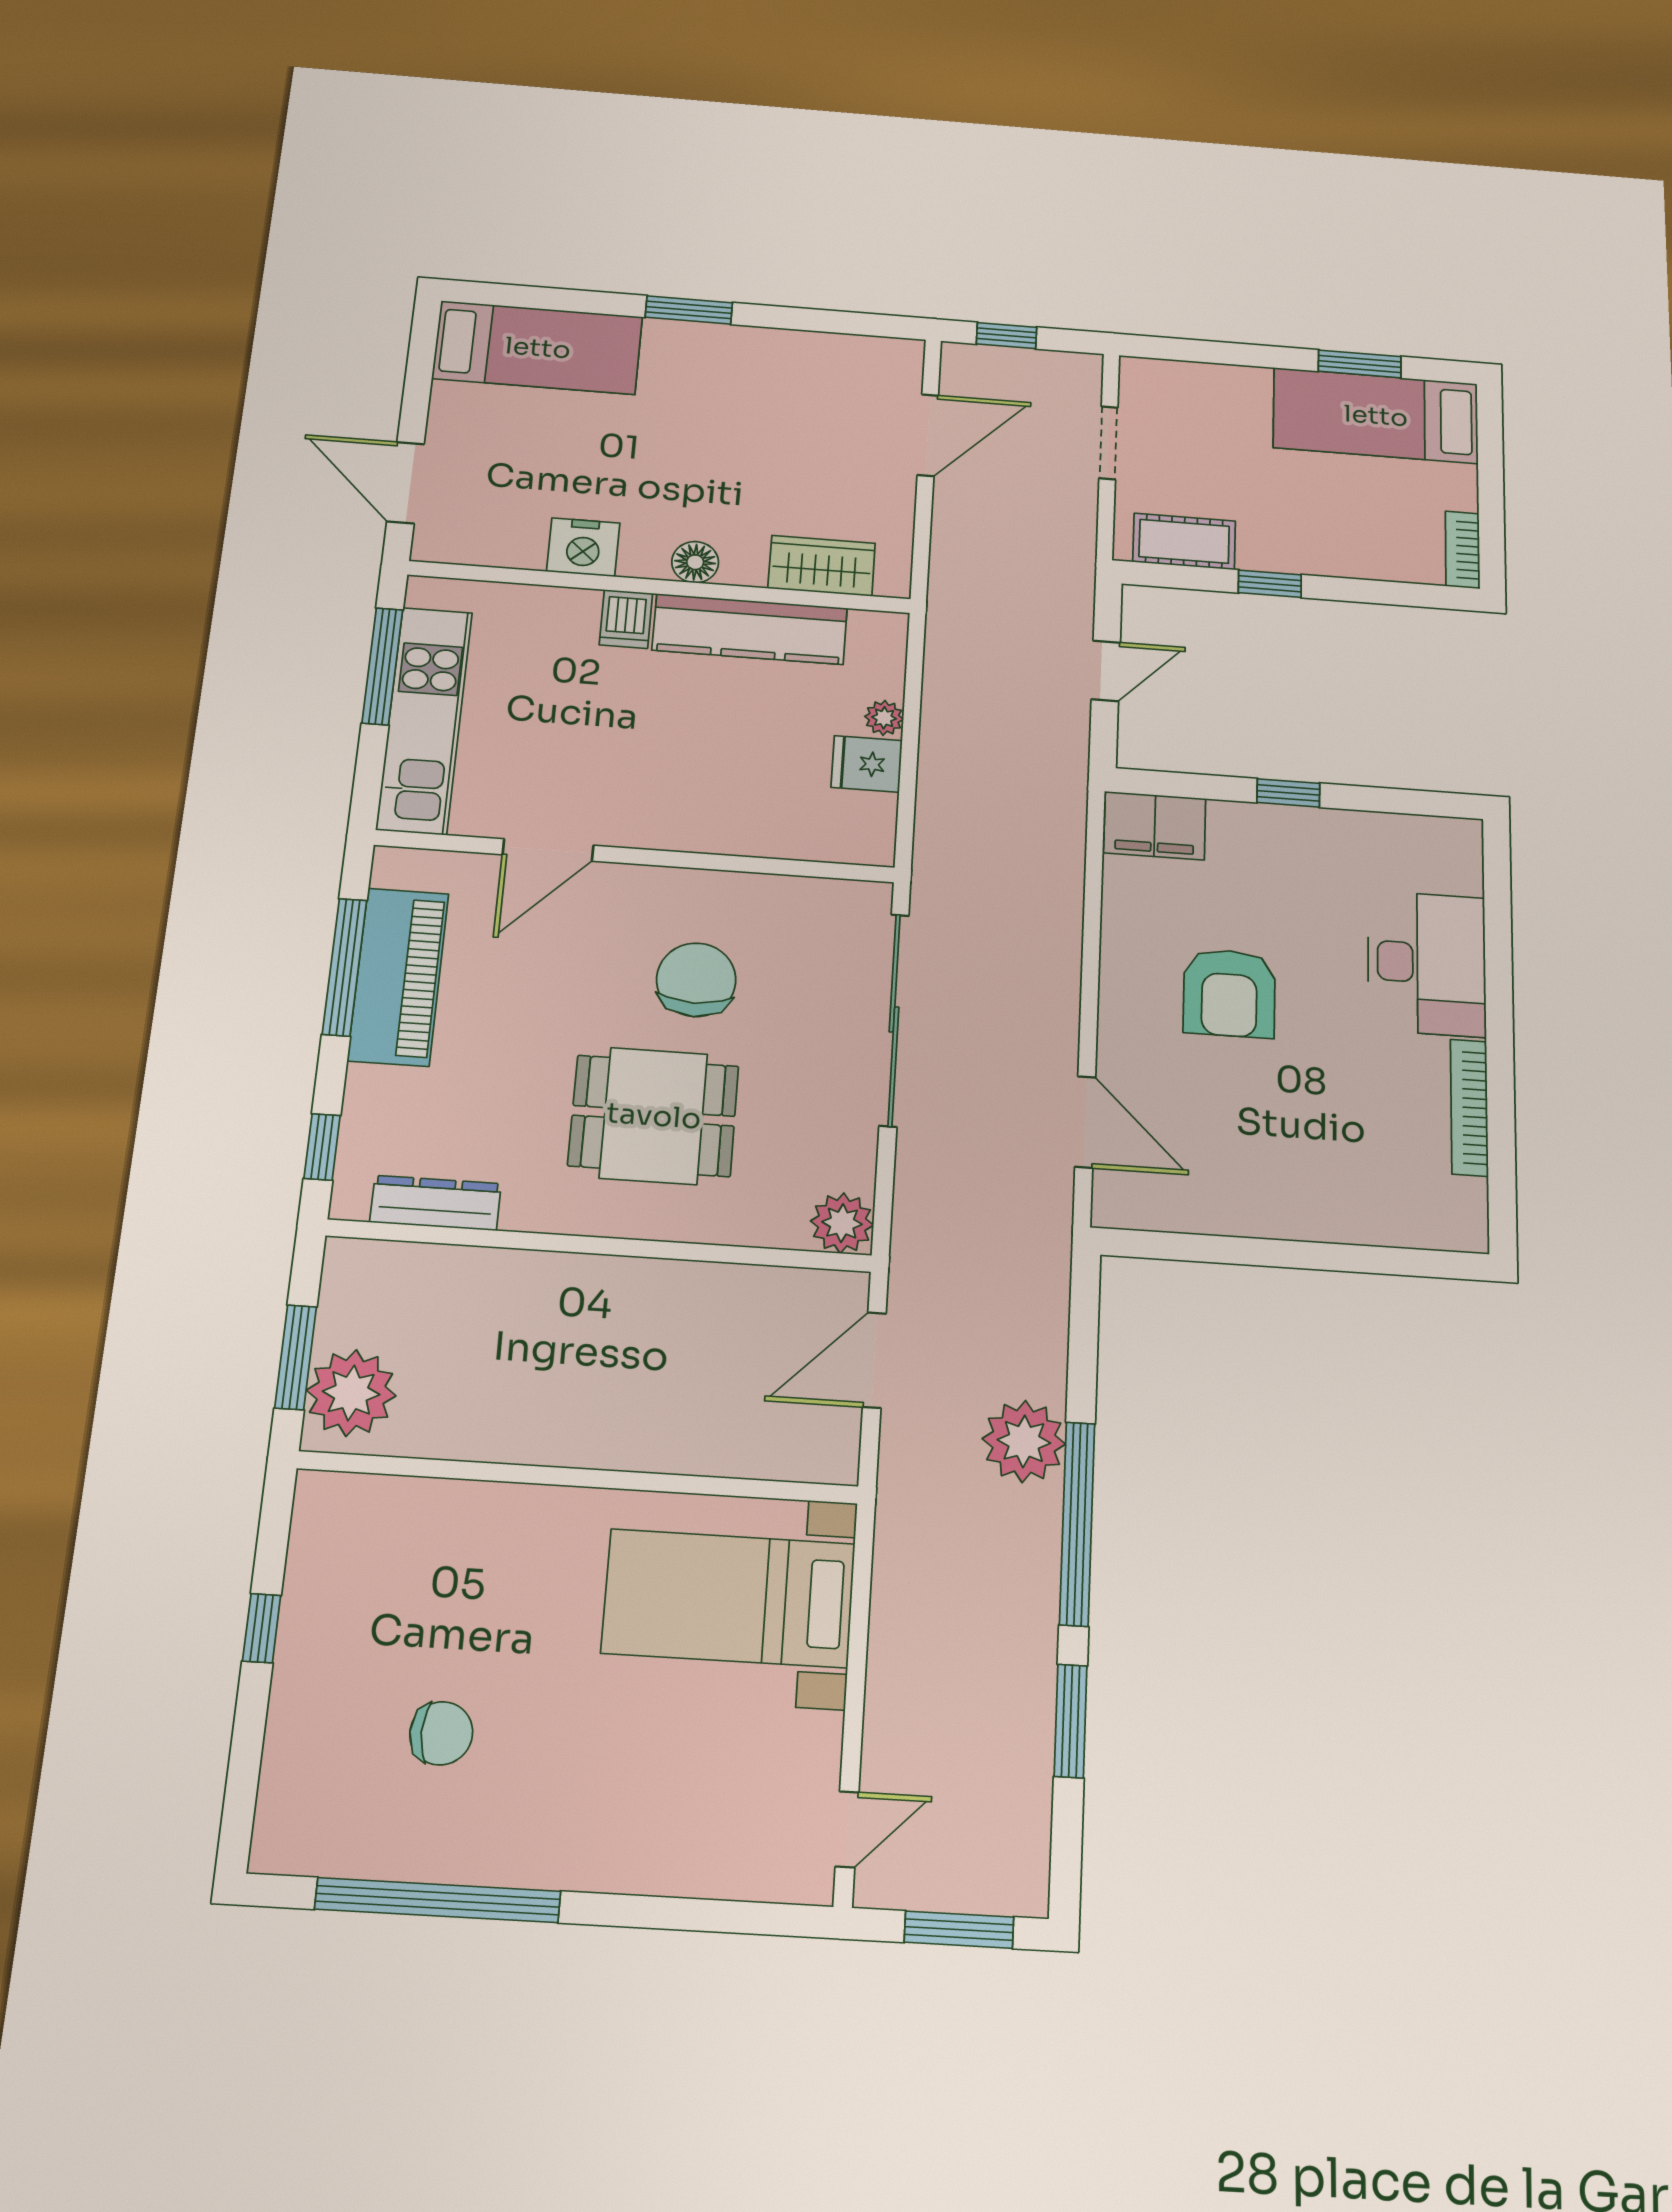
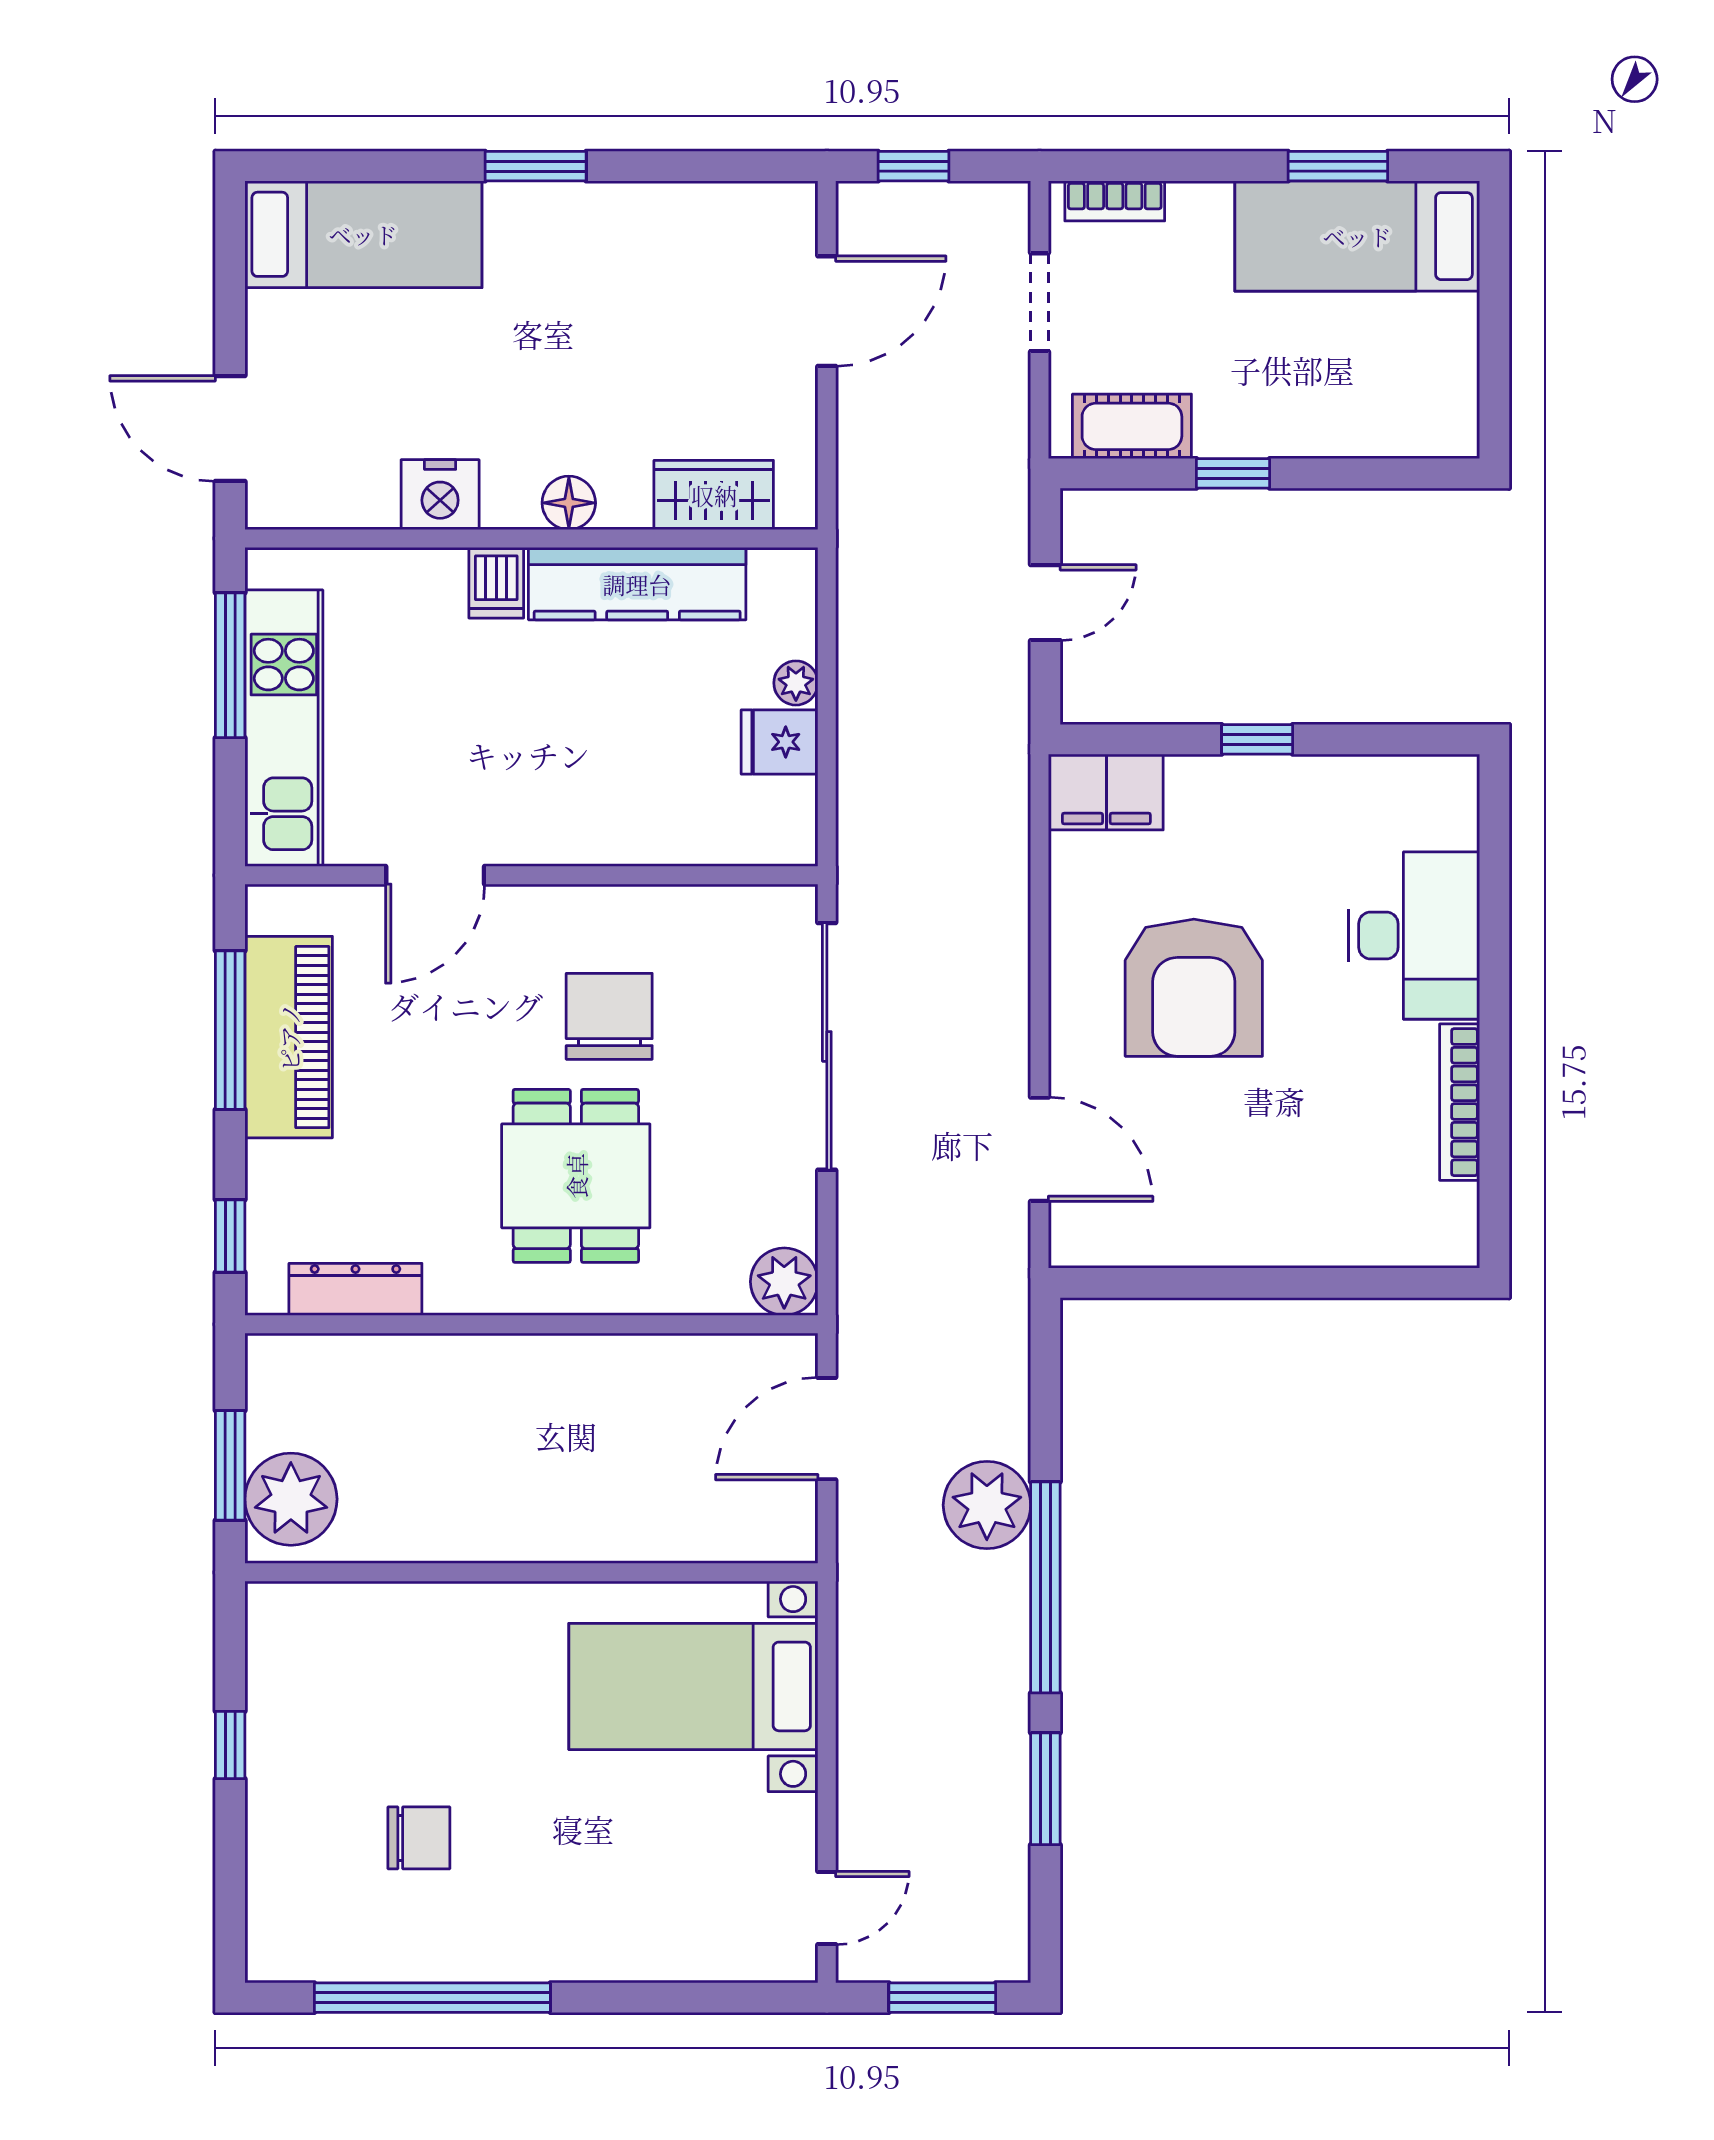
bookcase: (1462, 550) -> (1115, 201), moved, turned -90
armchair: (1229, 993) -> (1194, 988), width x1.36, depth x1.36
dining table: (654, 1116) -> (576, 1176), turned 90

